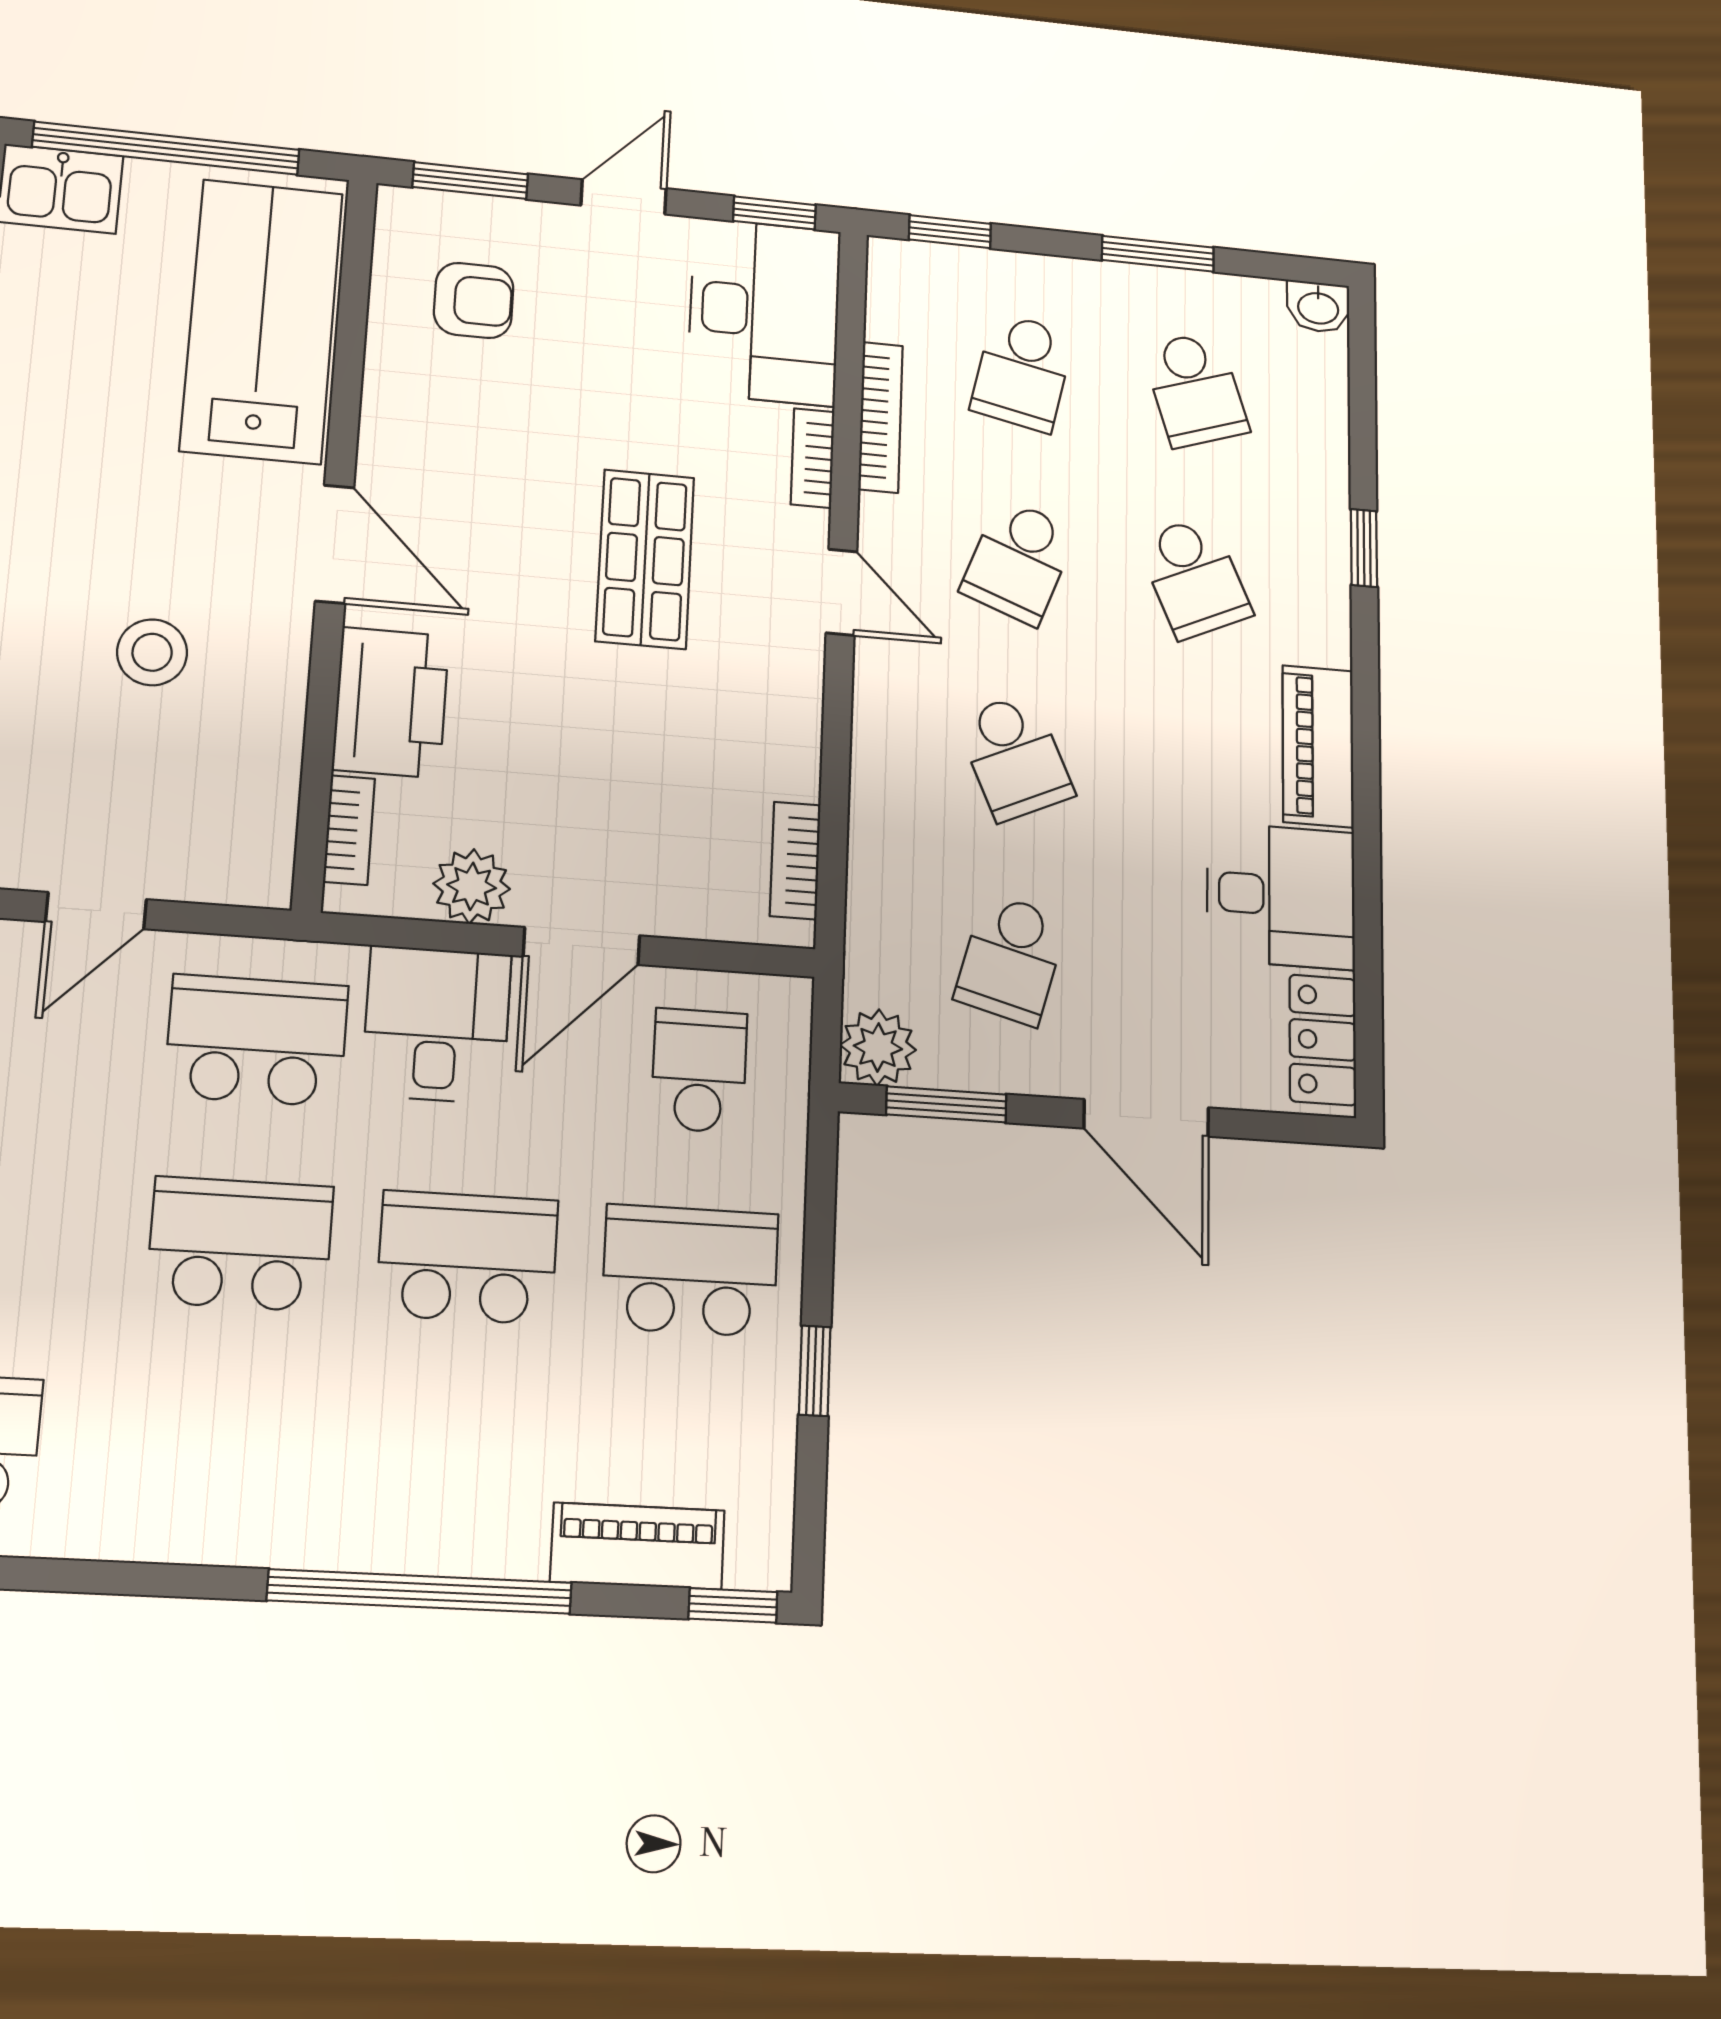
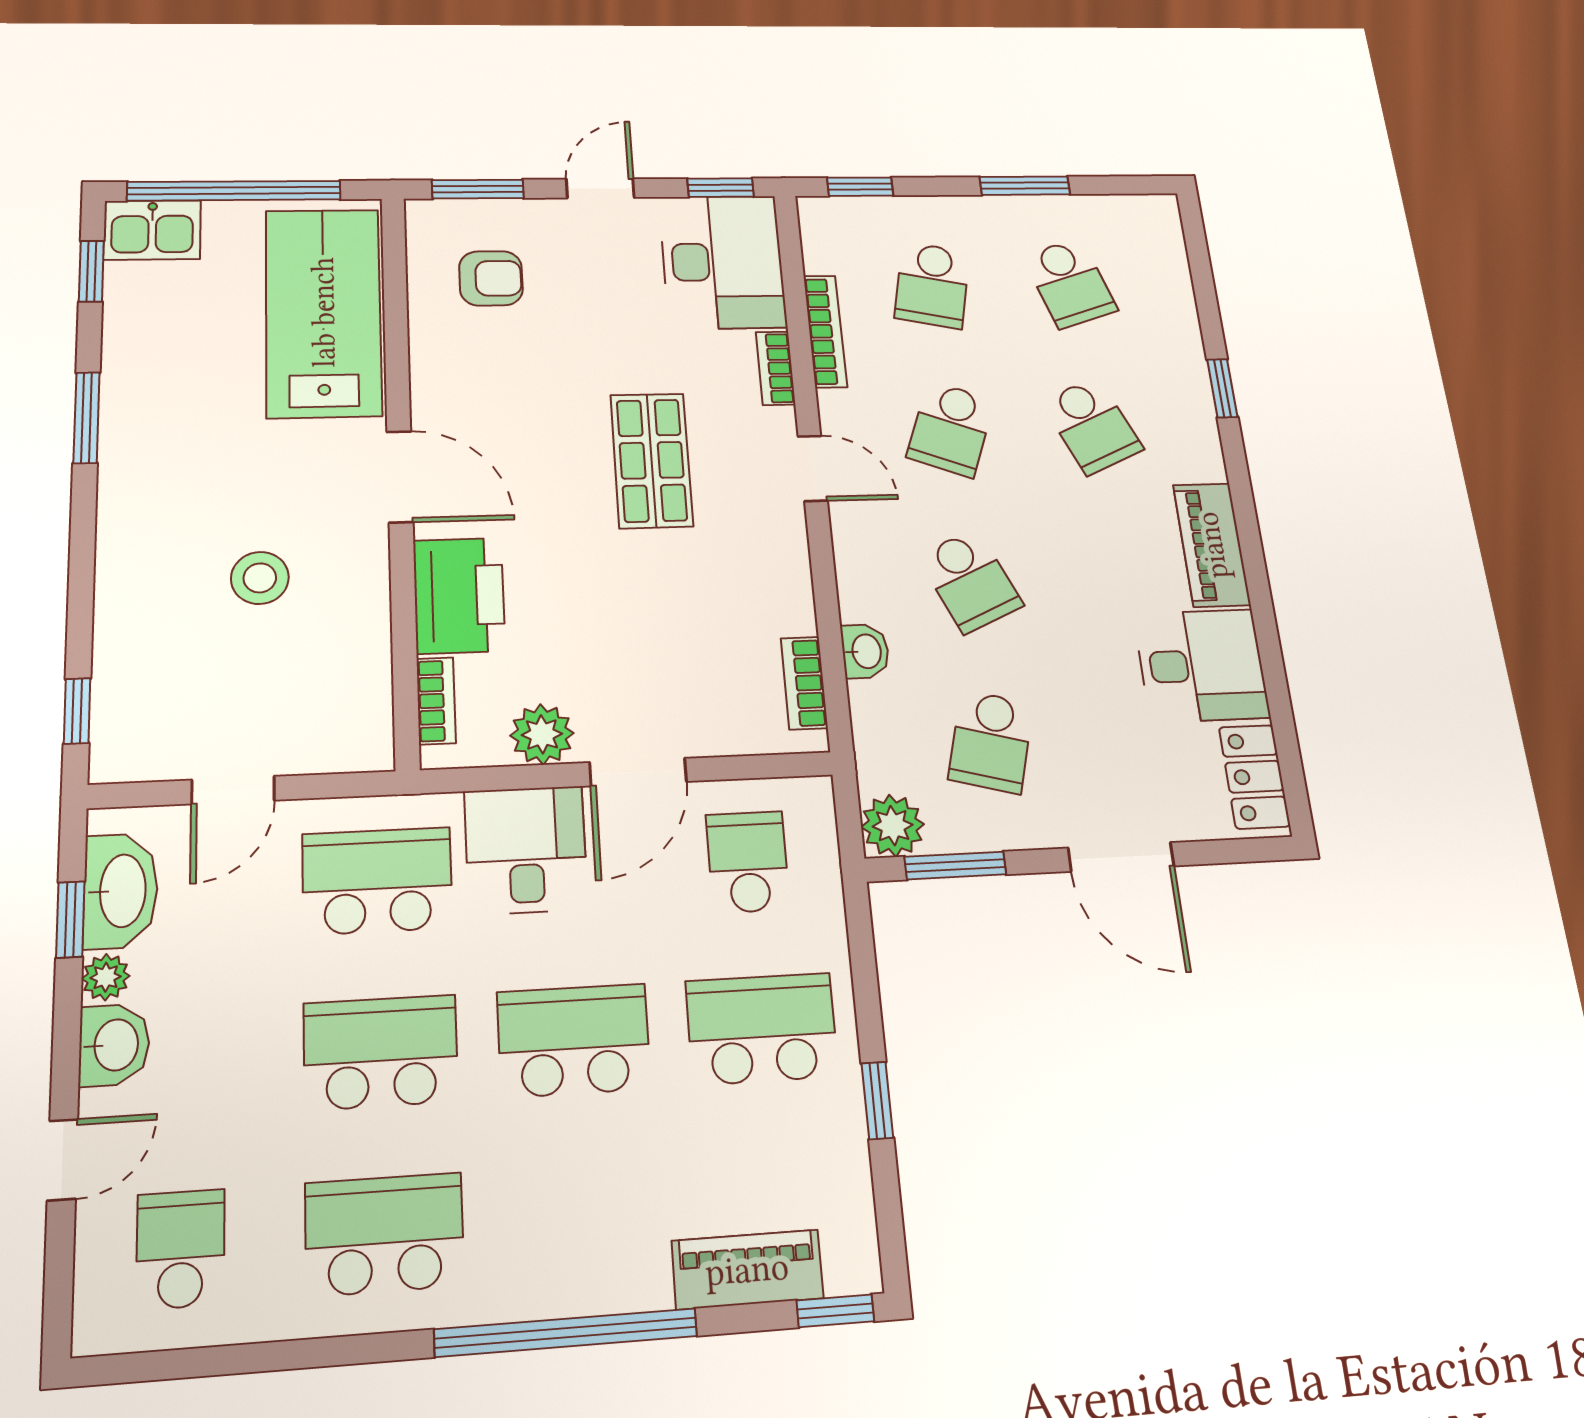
washbasin: (1318, 307) -> (865, 651), moved, turned -90
school desk: (223, 1454) -> (384, 1234), added

